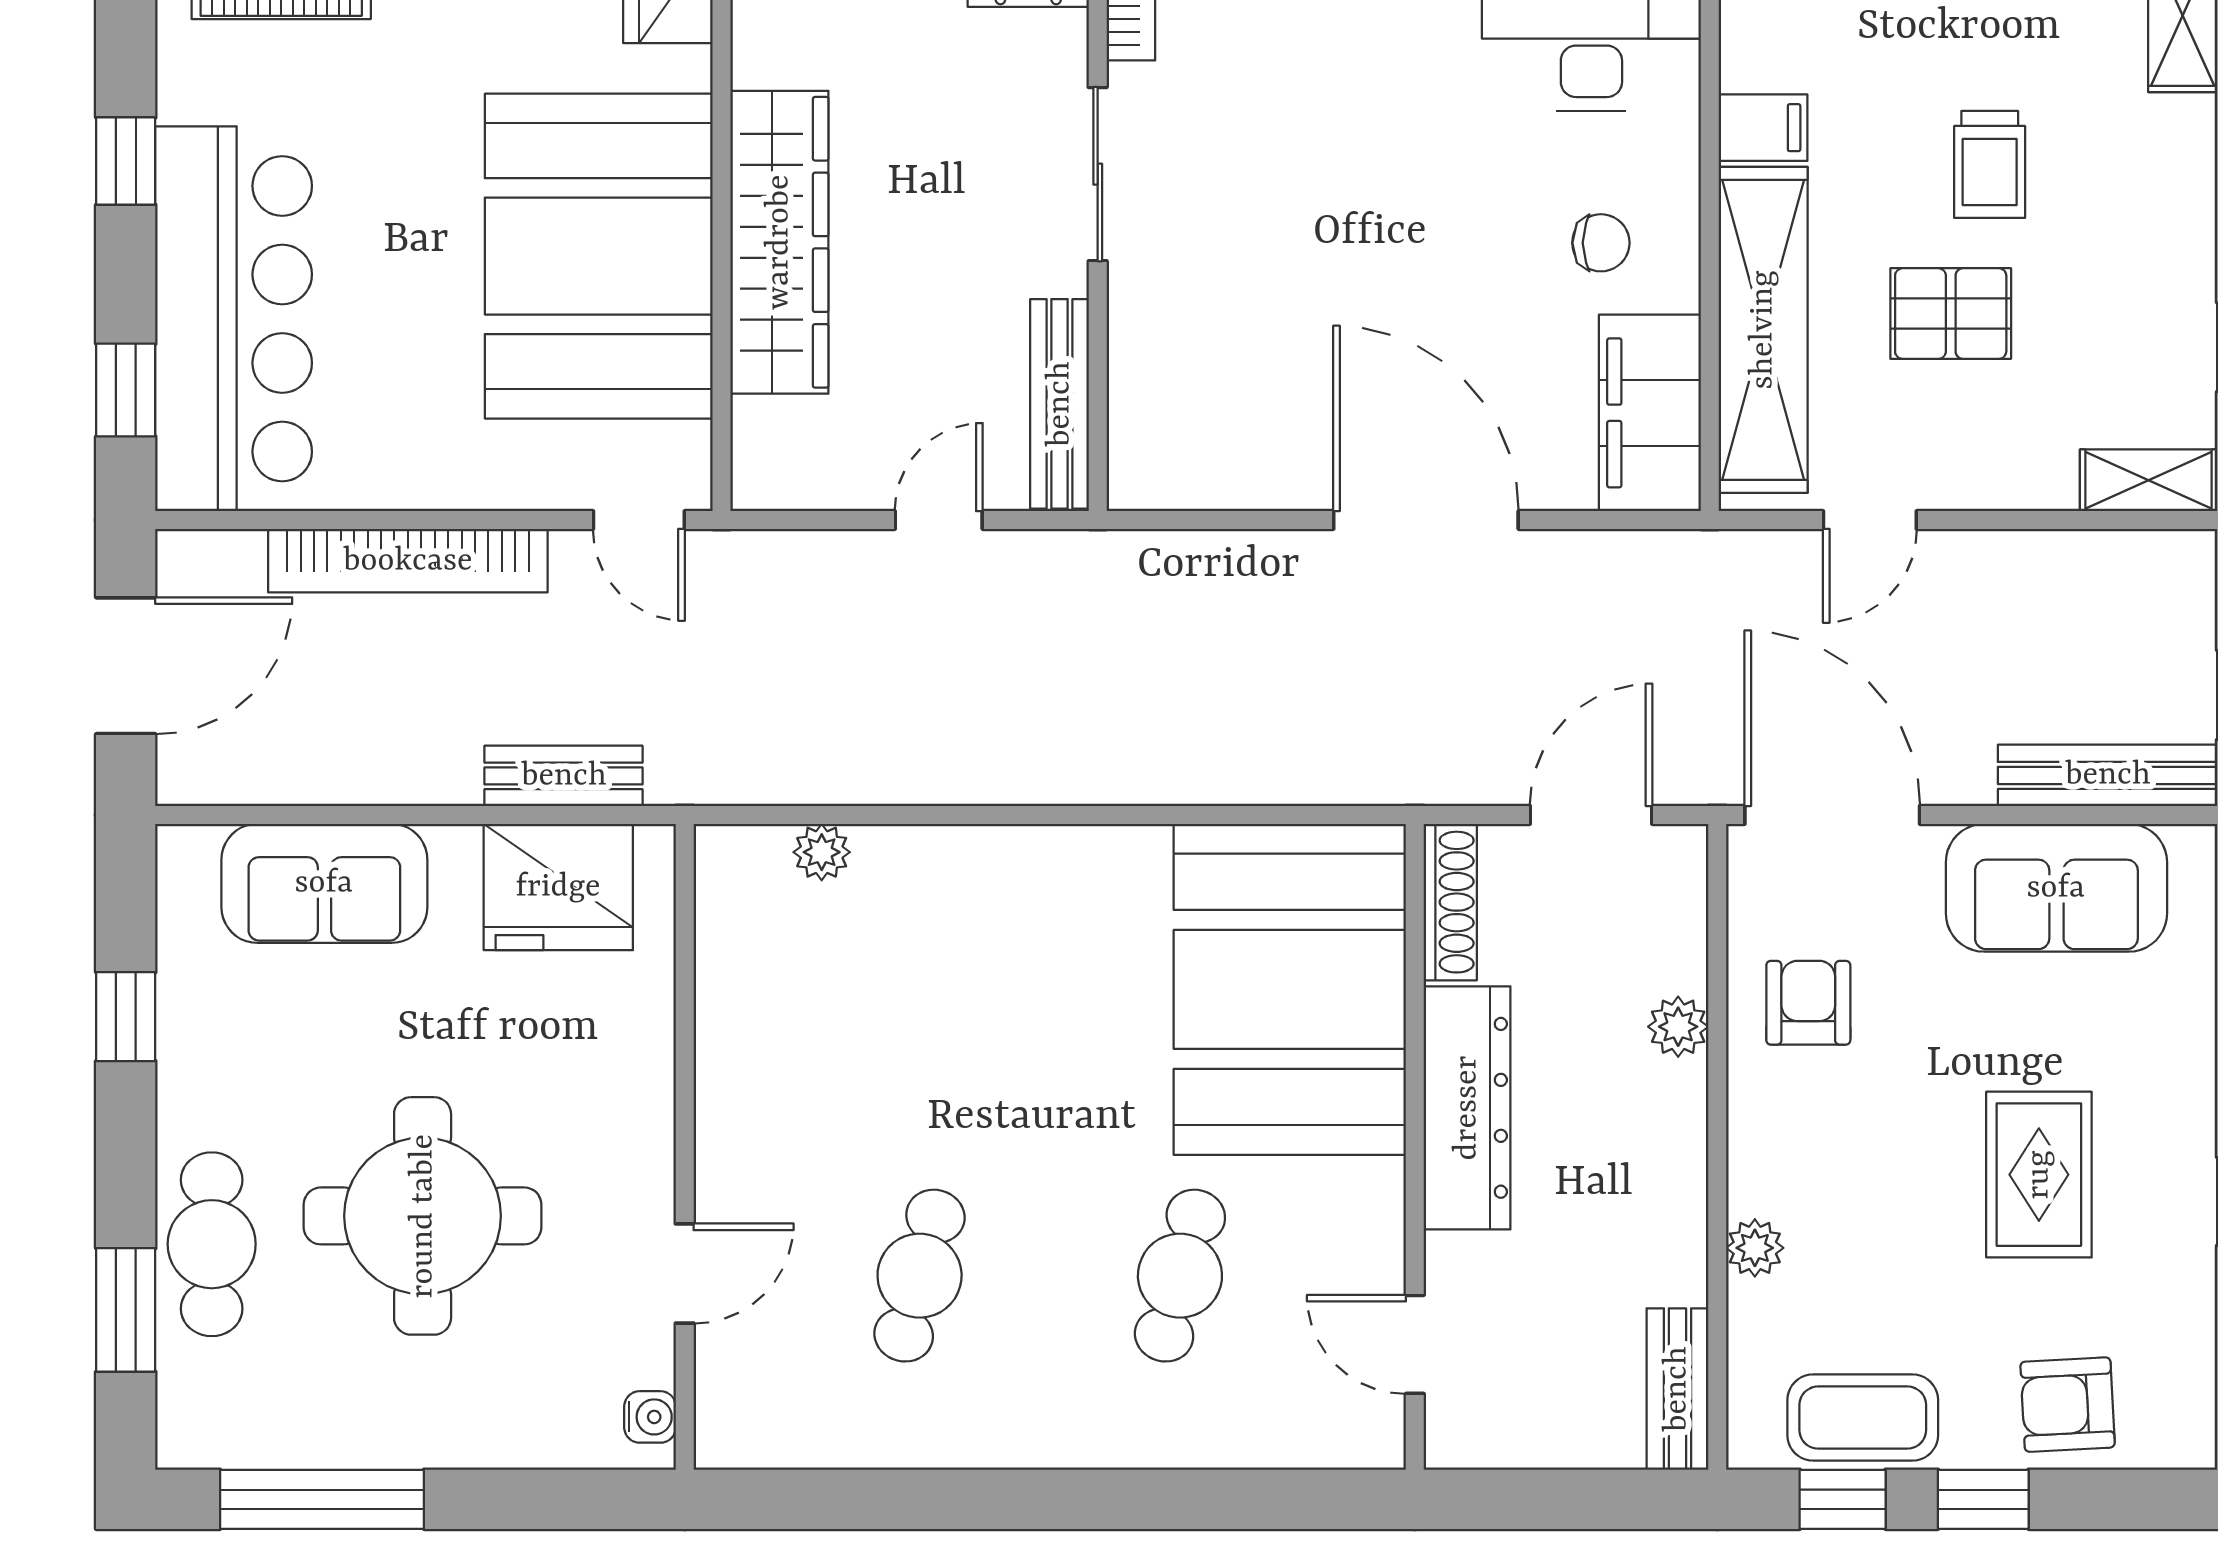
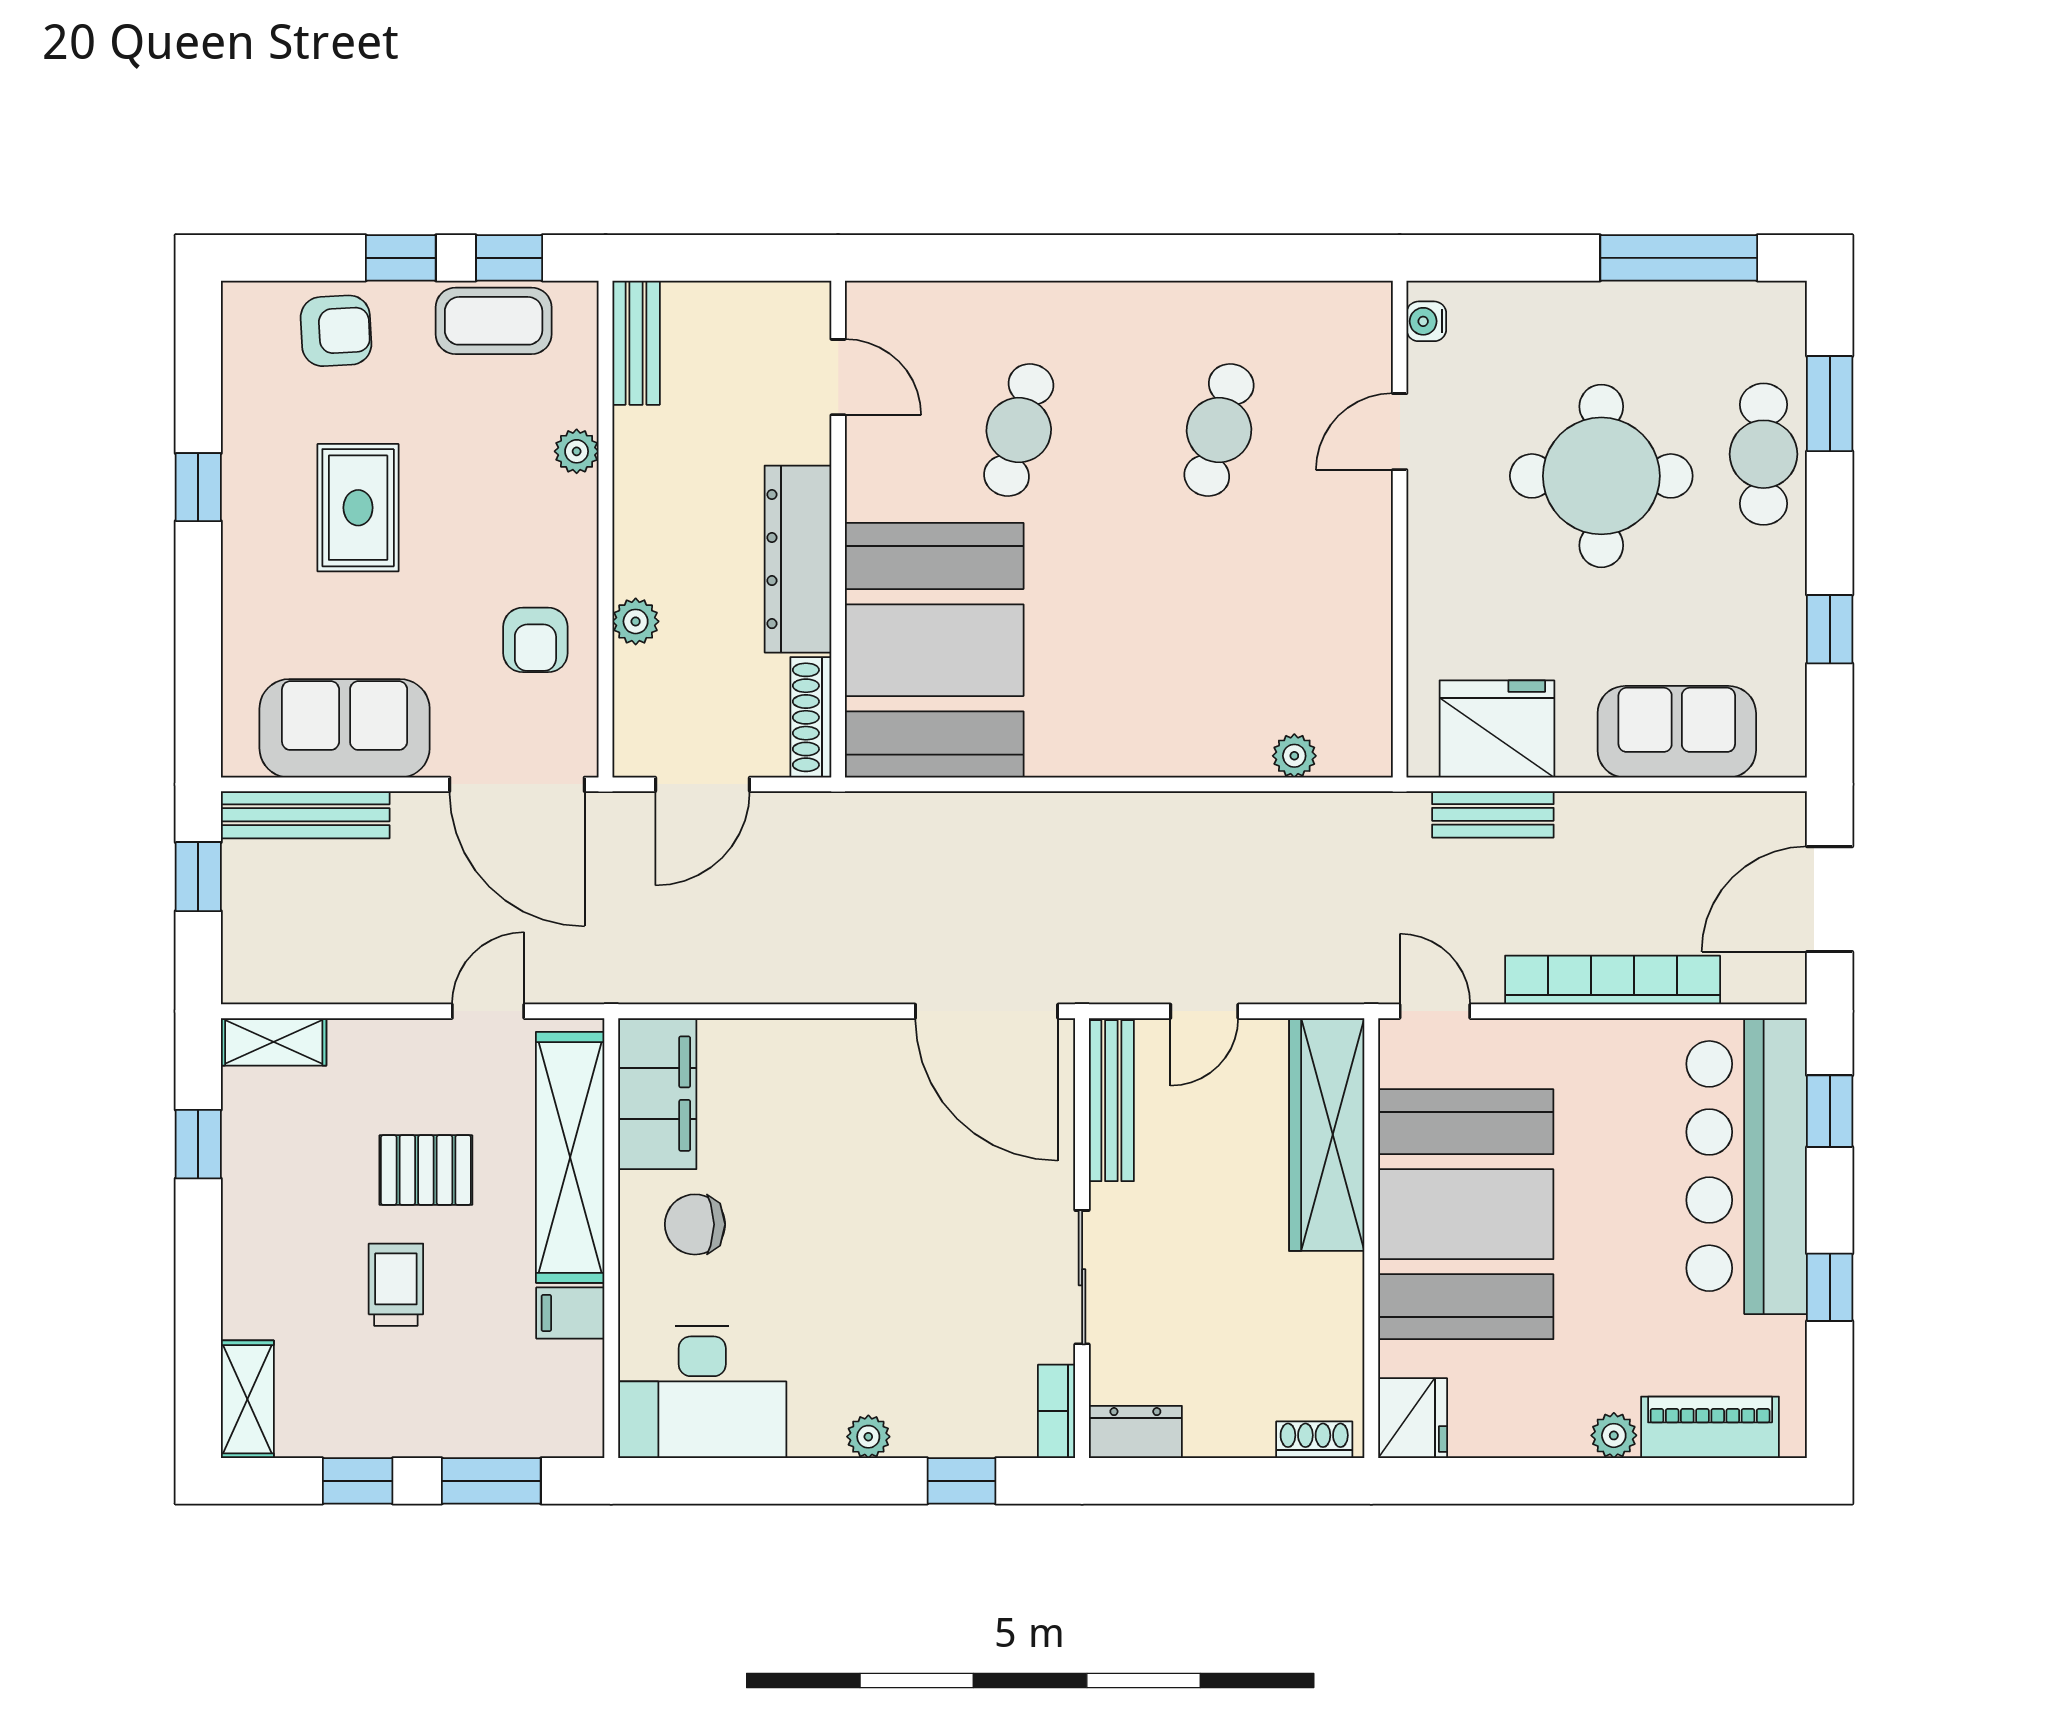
wardrobe: (779, 242) -> (1327, 1135), moved
chair: (1601, 243) -> (695, 1224), width x1.37, depth x1.37
door: (1426, 520) -> (987, 1011), moved

